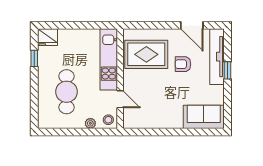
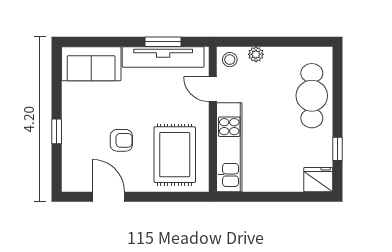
rug: (146, 54) -> (175, 155), turned 90
tv unit: (217, 57) -> (163, 57), moved, turned 90
cafe table: (66, 92) -> (312, 96), moved
window: (154, 132) -> (163, 42), added

